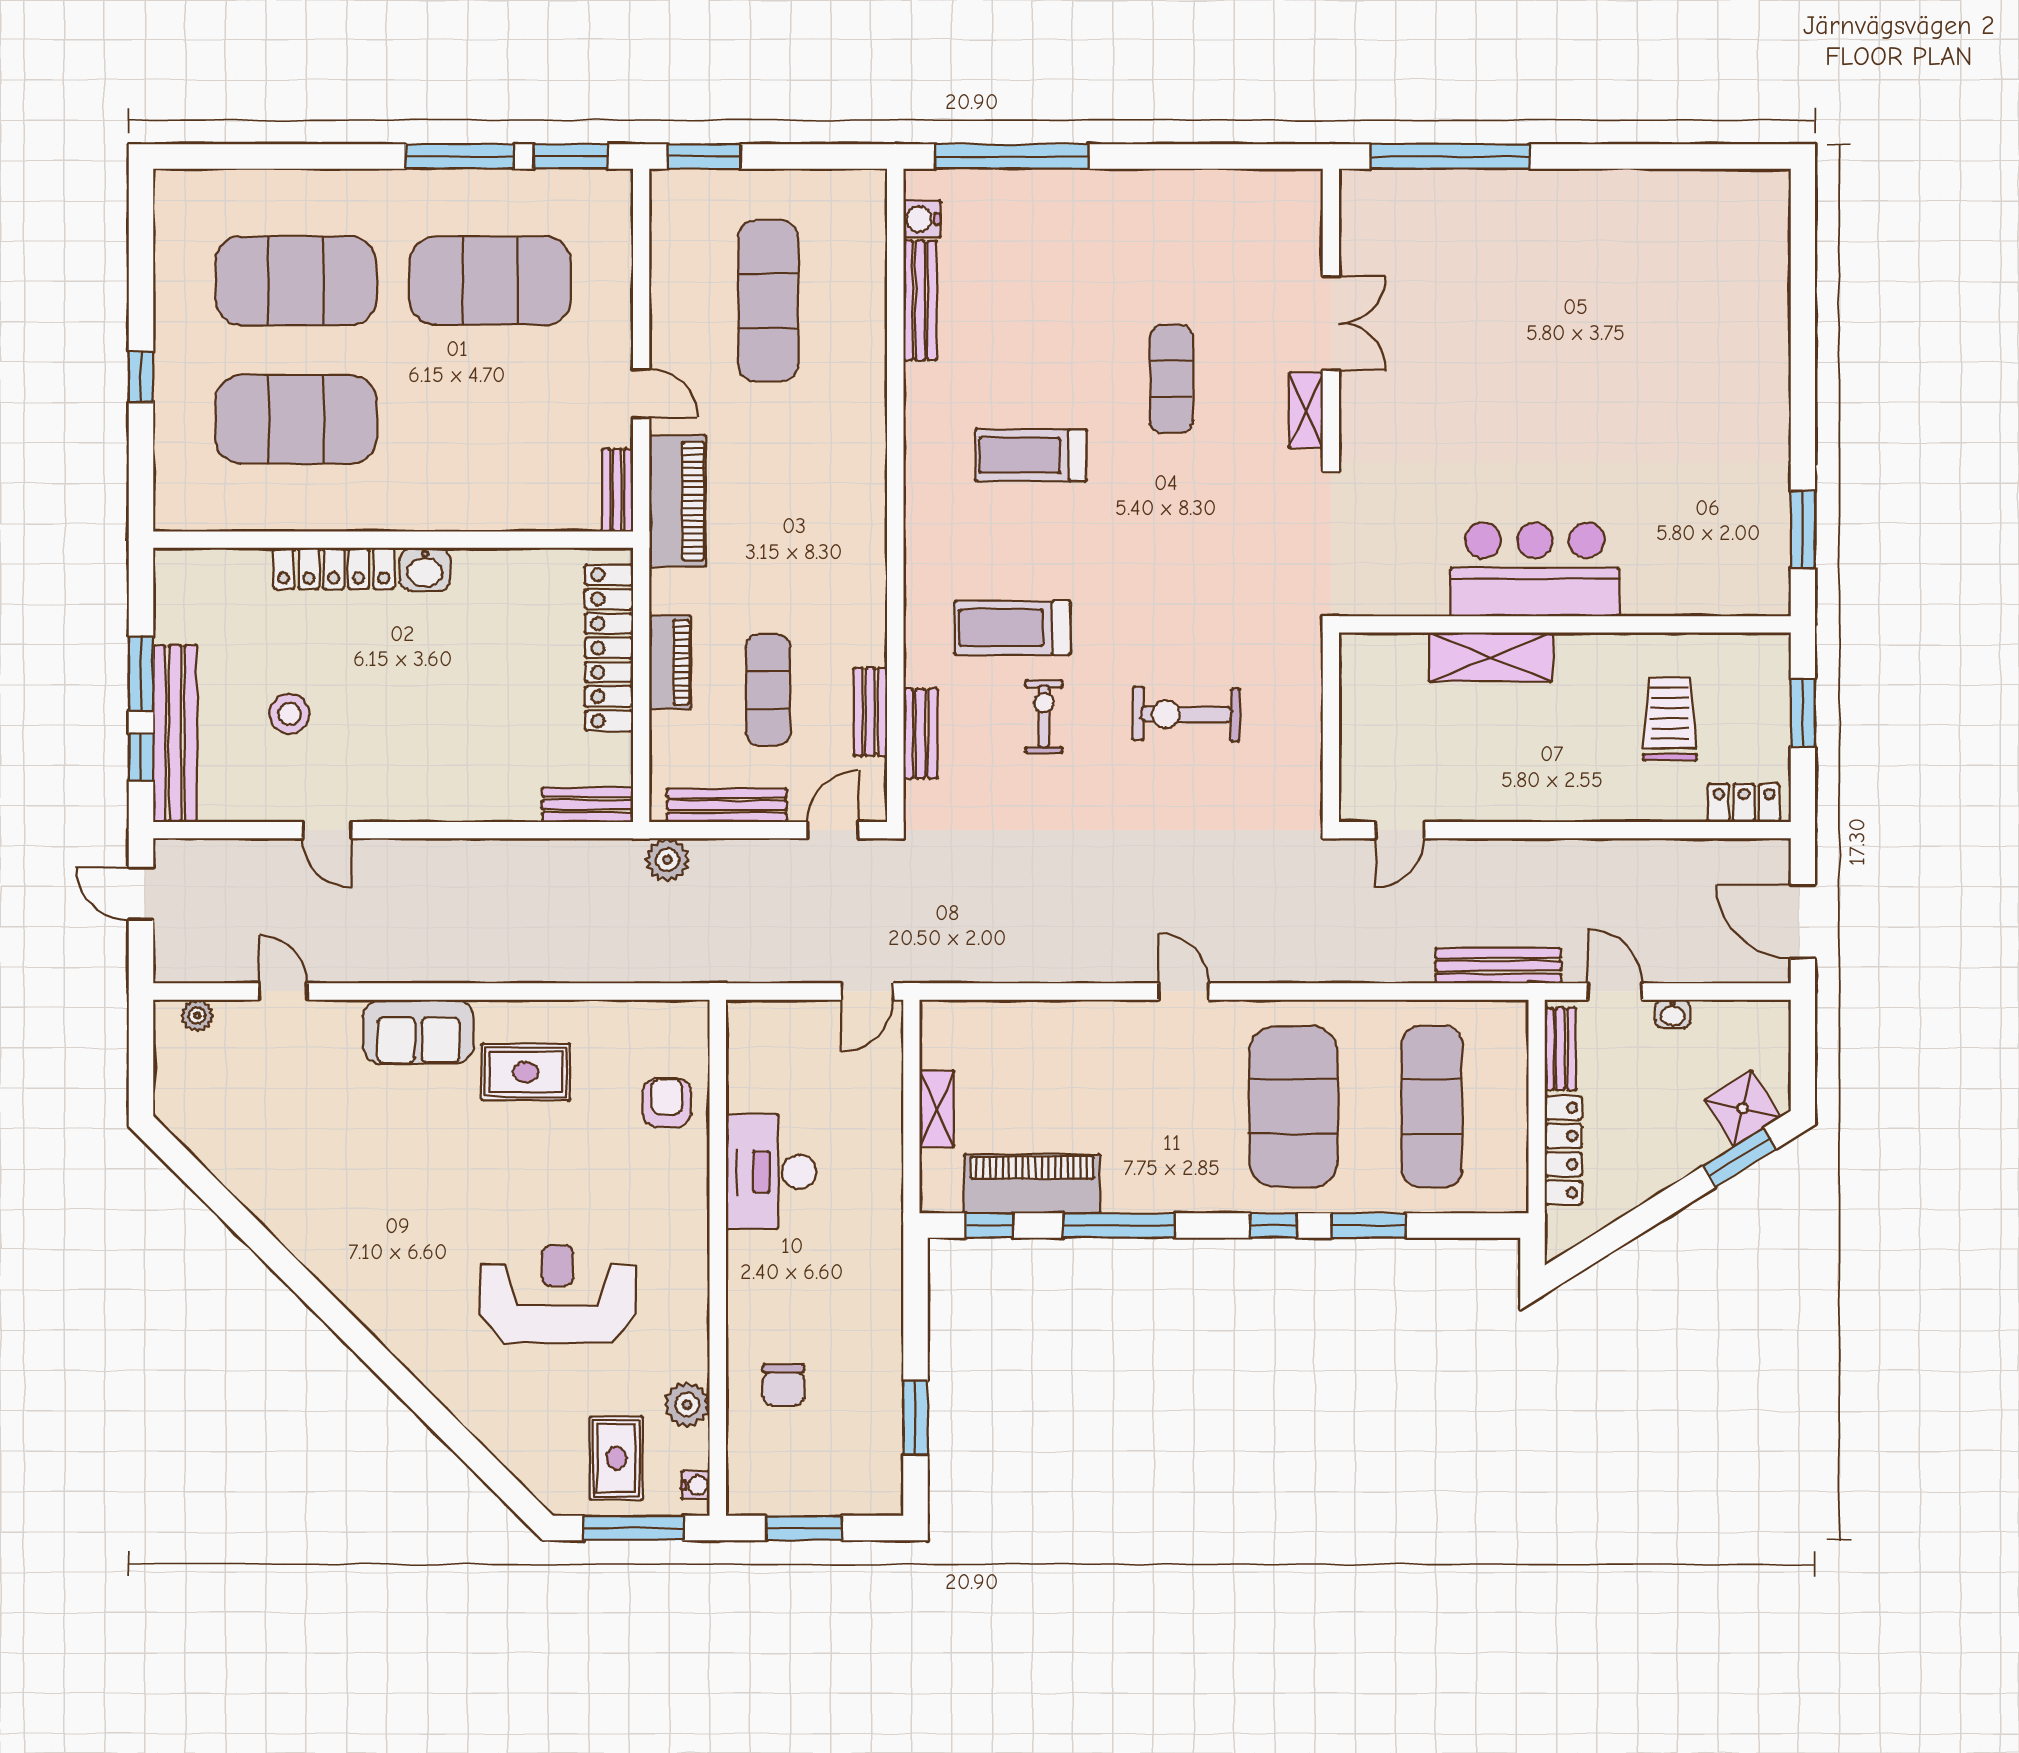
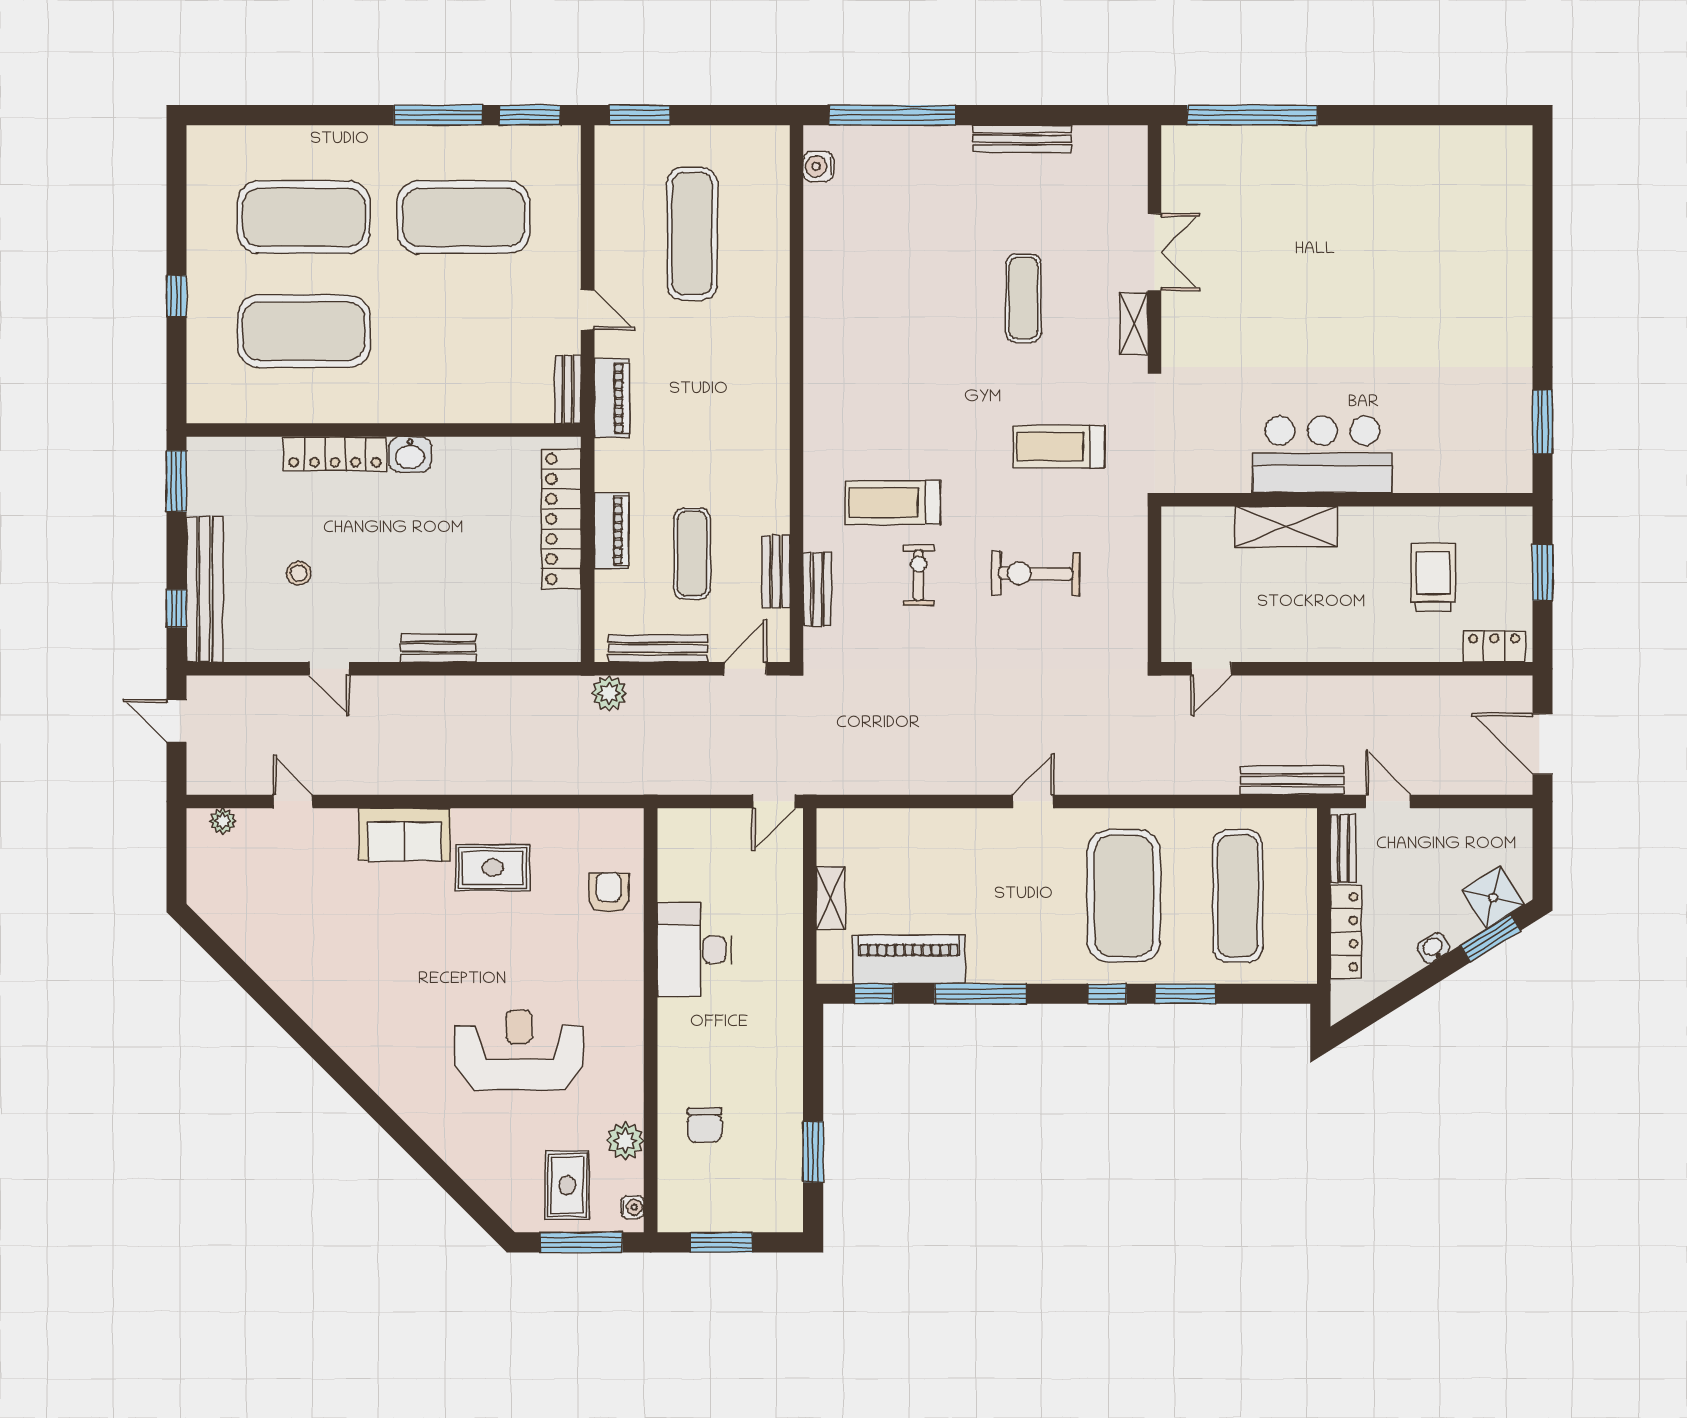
bench: (920, 301) -> (1022, 139), moved, turned 90
treadmill: (1031, 455) -> (1059, 447), moved
piano: (678, 501) -> (612, 398), width x0.73, depth x0.75
window: (141, 674) -> (176, 481), moved
stool: (290, 714) -> (299, 573), width x0.73, depth x0.73
bench: (588, 805) -> (439, 648), moved
door: (1183, 991) -> (1033, 801), hinge flipped
washbasin: (1673, 1014) -> (1433, 948), moved, turned 148

